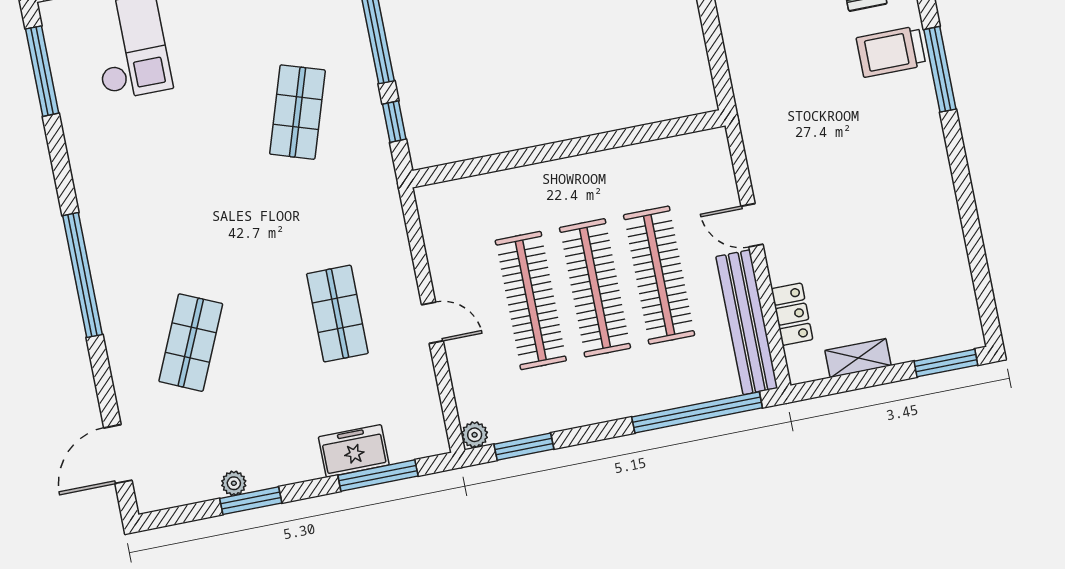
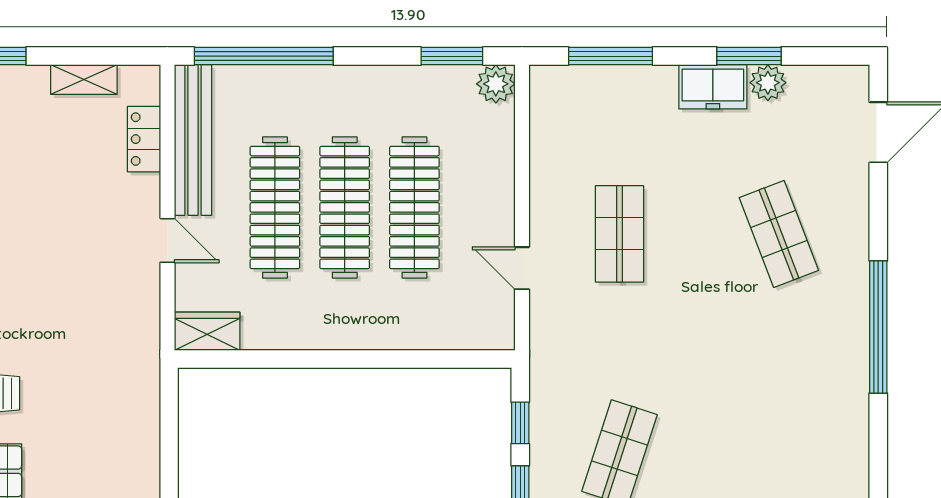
wardrobe: (699, 149) -> (207, 331), added
door: (432, 323) -> (522, 268), moved
shop shelf: (191, 343) -> (779, 234), turned -45
plant: (475, 435) -> (496, 84), width x1.38, depth x1.38
freezer: (354, 451) -> (713, 87), moved
plant: (234, 483) -> (768, 83), width x1.38, depth x1.38

